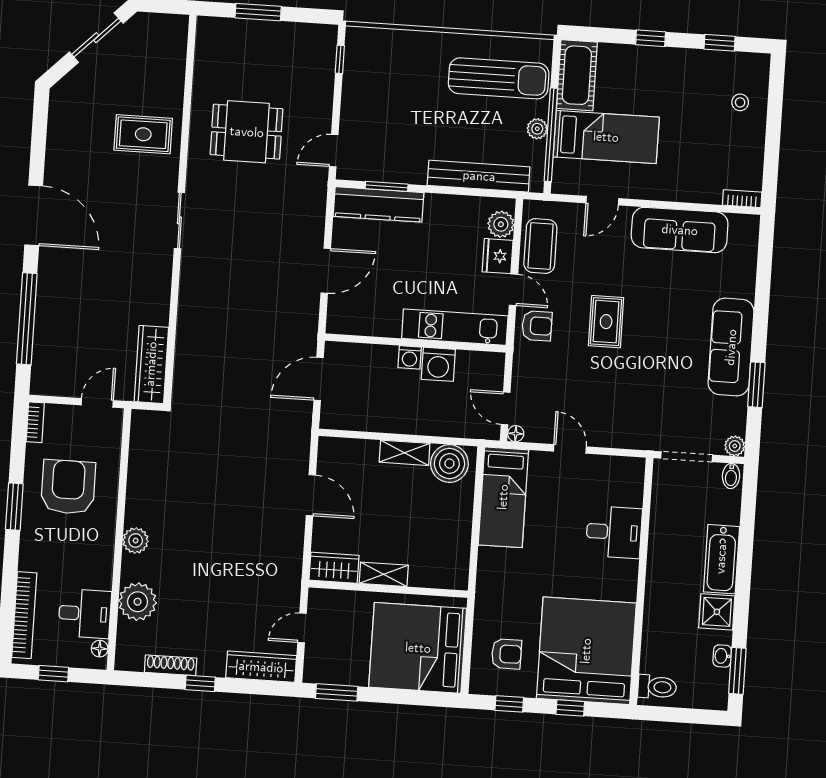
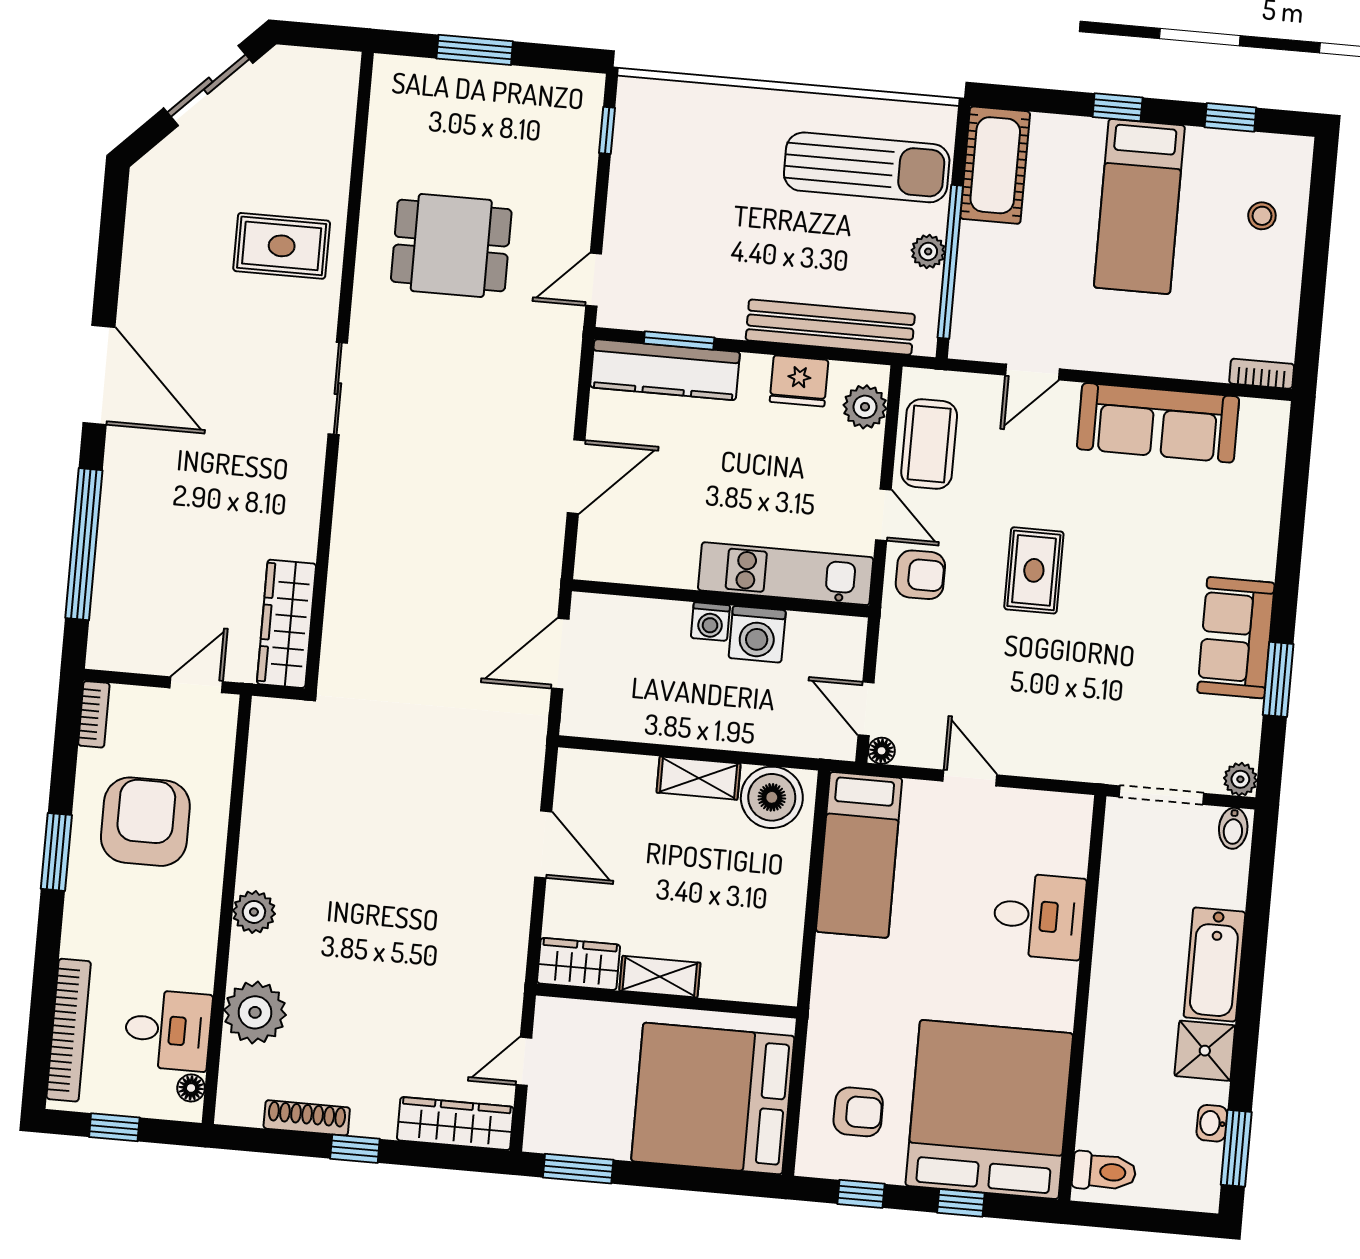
bed: (606, 137) -> (1139, 206), moved, turned 90
fridge: (498, 256) -> (799, 381), moved, turned -90
sofa: (731, 347) -> (1236, 638), width x0.73

